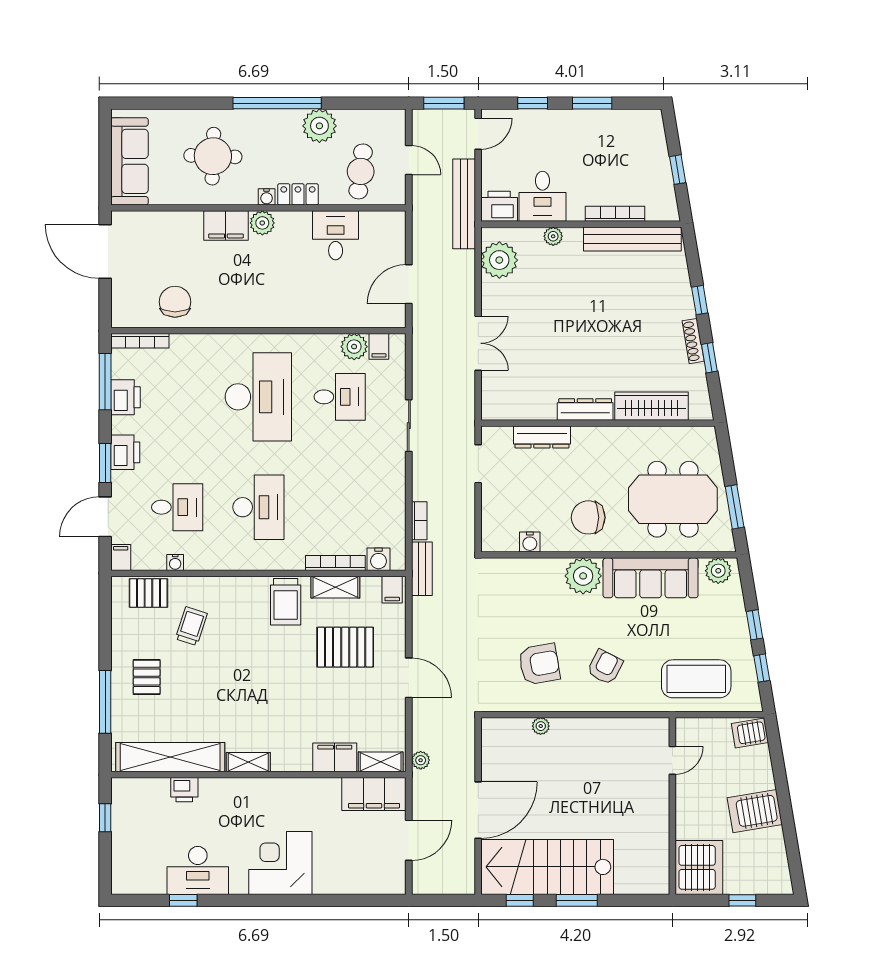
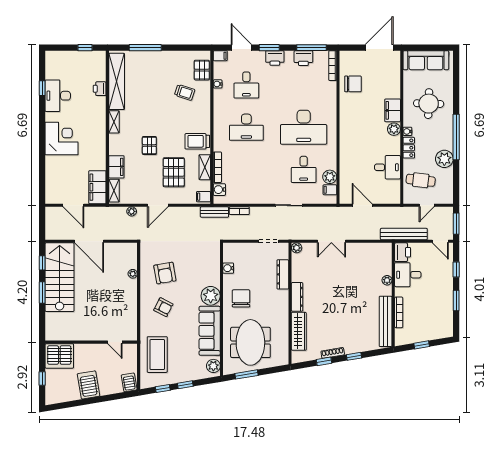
plant: (499, 260) -> (297, 248), moved, width x0.53, depth x0.53
pallet: (147, 677) -> (149, 145), moved, turned 90
plant: (421, 760) -> (132, 211), moved

